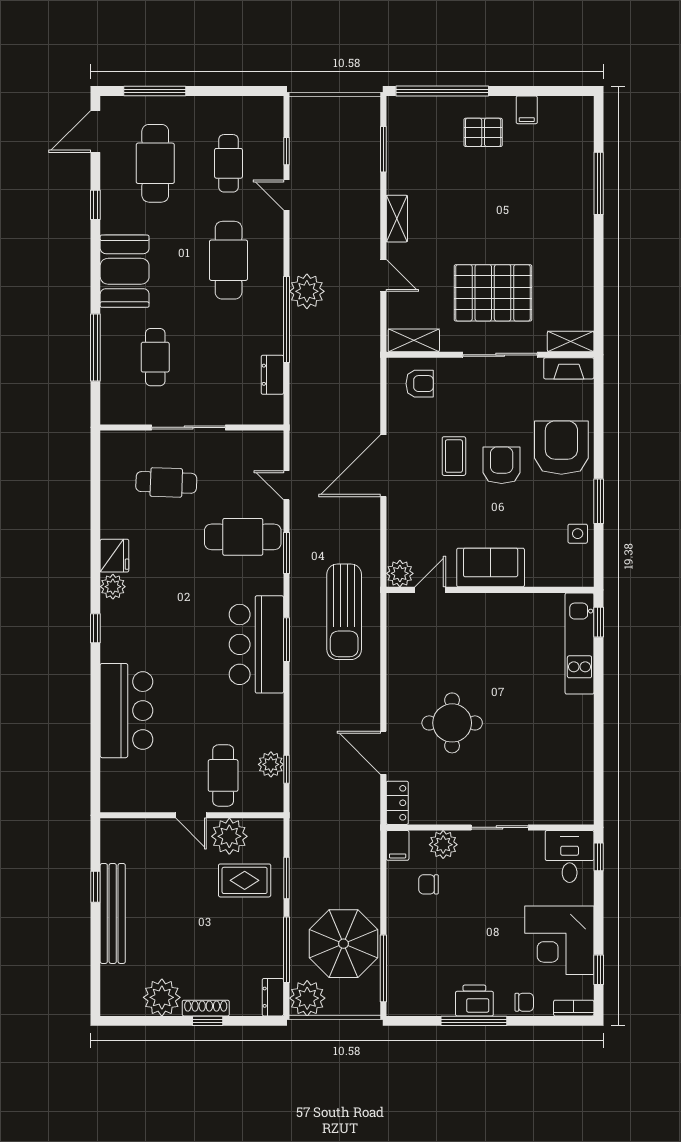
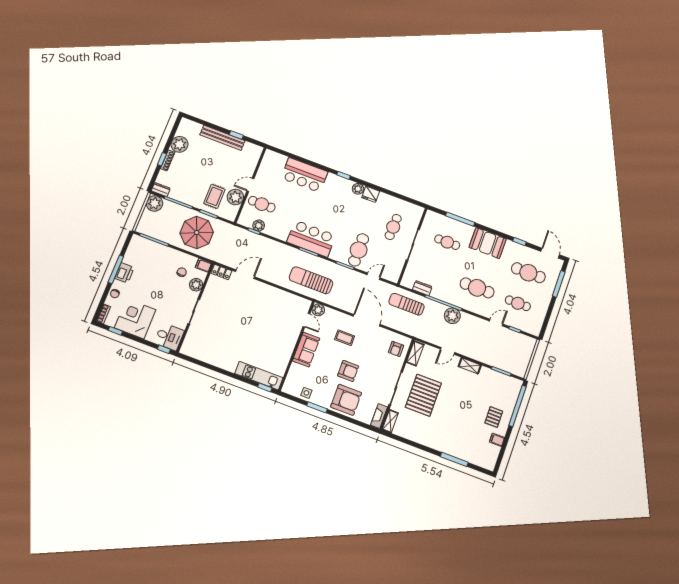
sun lounger: (319, 395) -> (406, 304), added
coffee table: (454, 456) -> (345, 338), moved
round table: (452, 723) -> (246, 308), removed
parasol: (344, 944) -> (197, 233), moved

